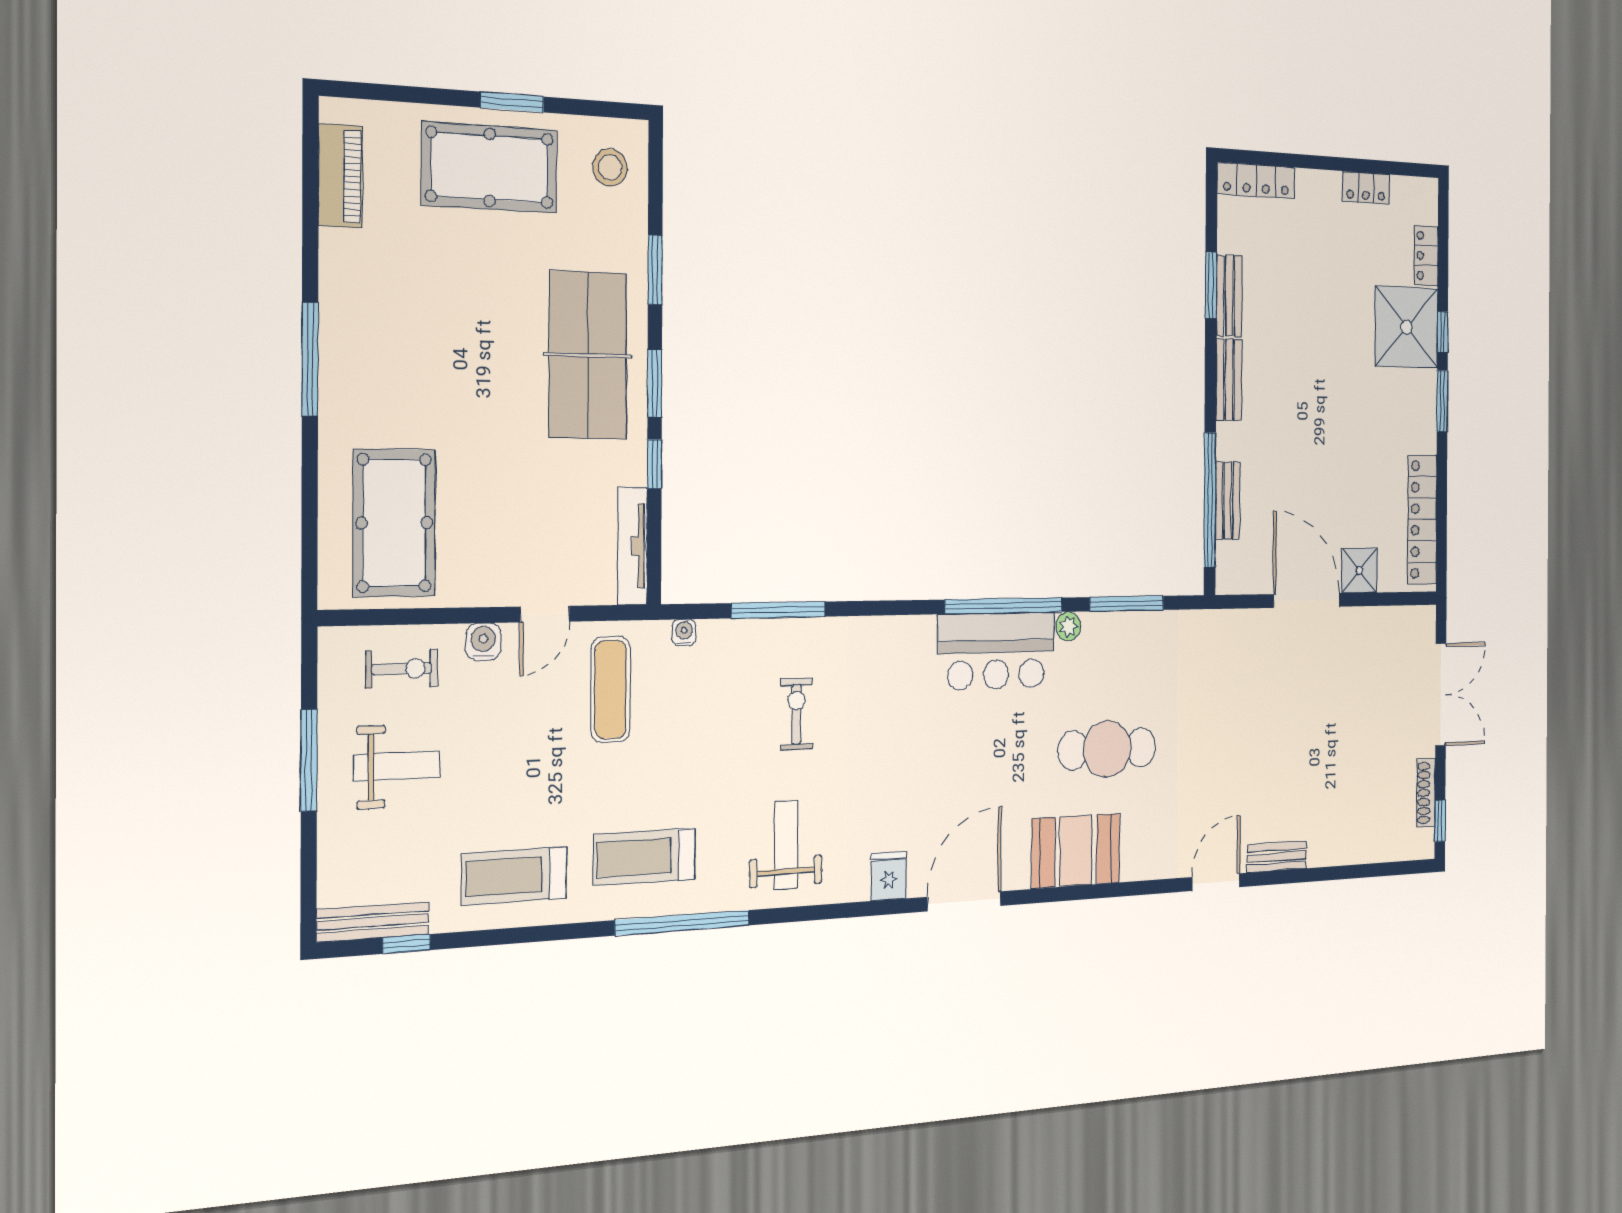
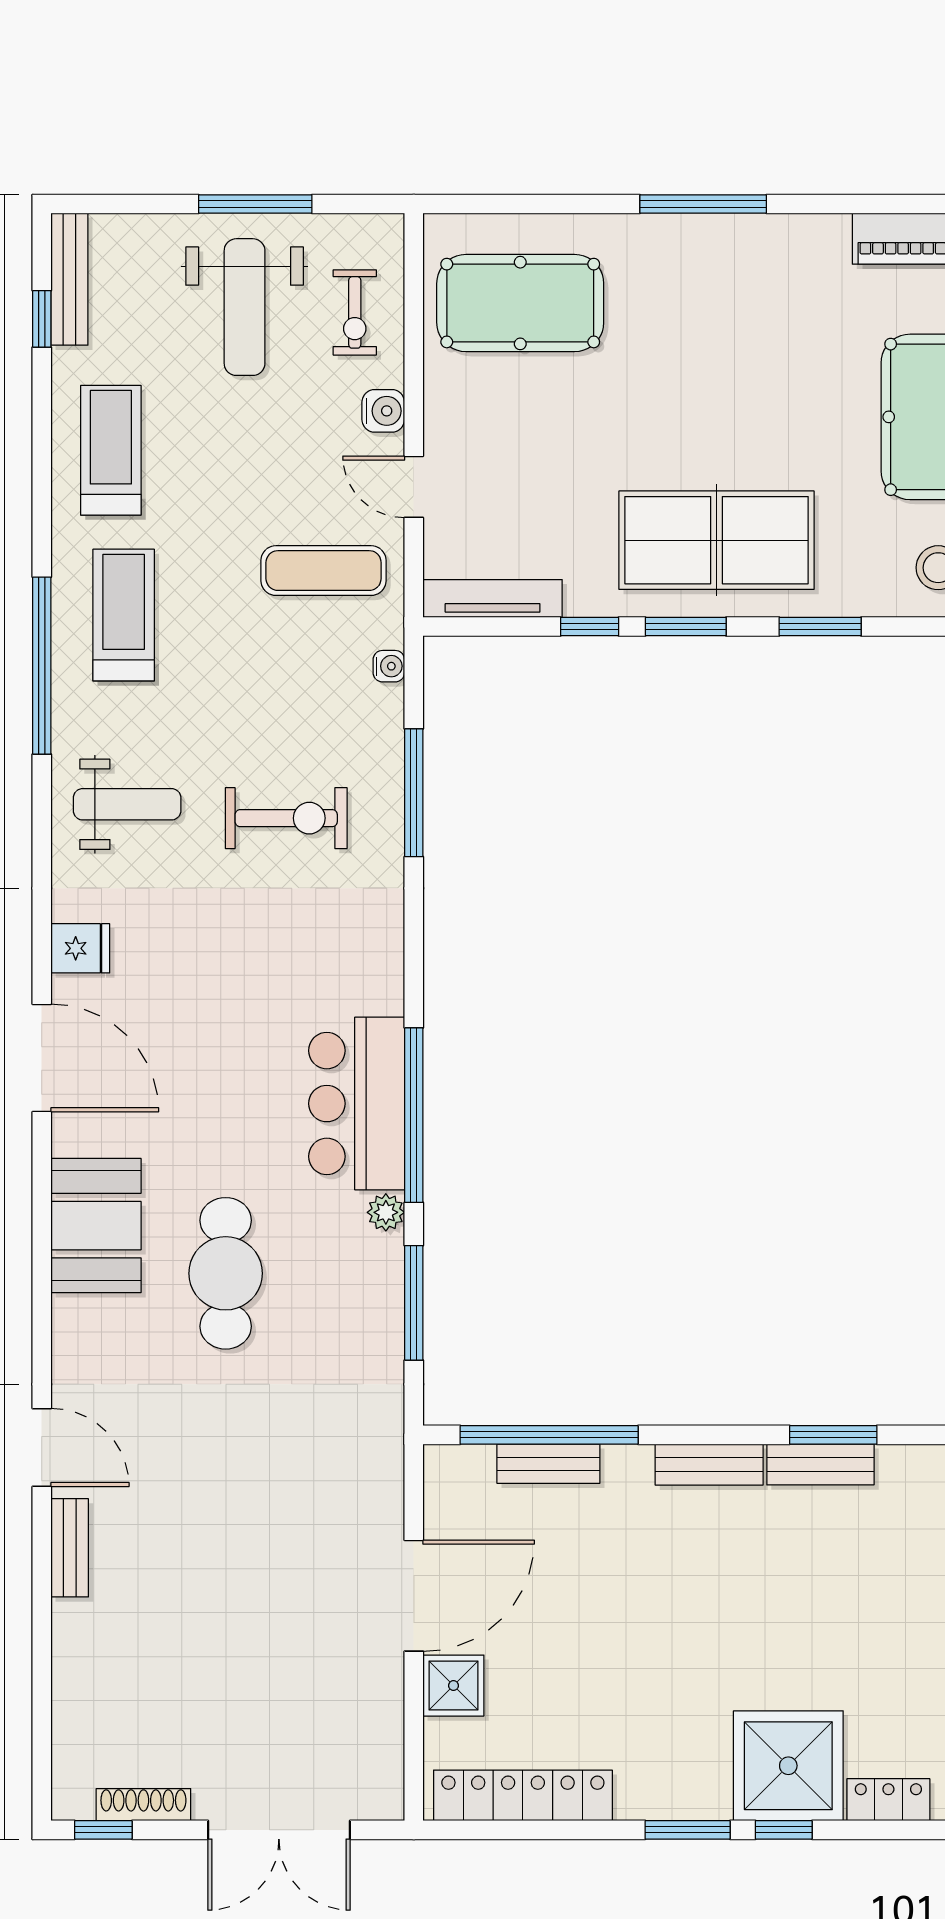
exercise bike: (797, 714) -> (286, 818), width x1.38, depth x1.39
weight bench: (397, 766) -> (245, 307), width x1.36, depth x1.33

